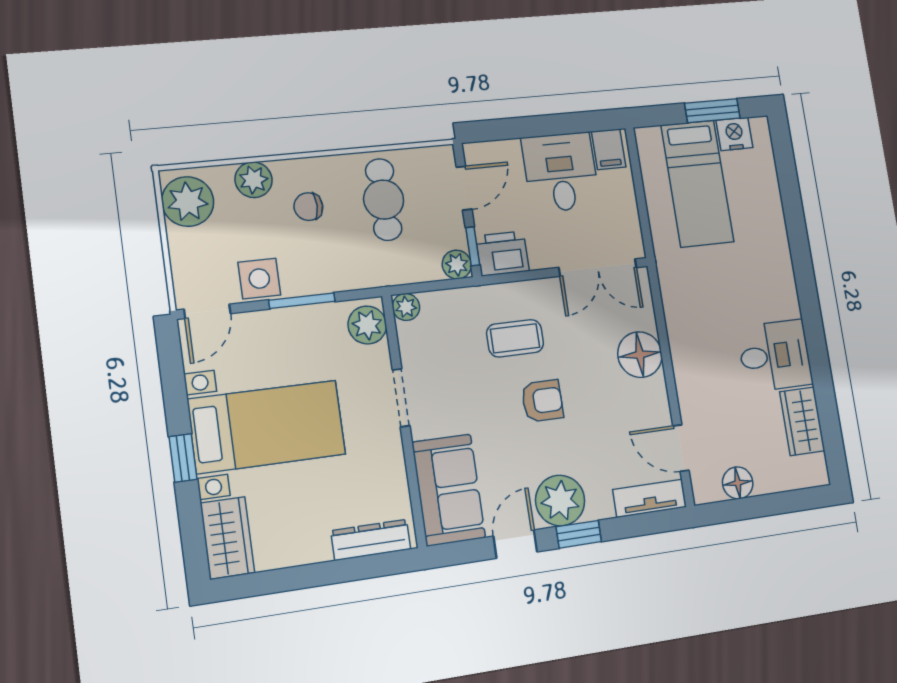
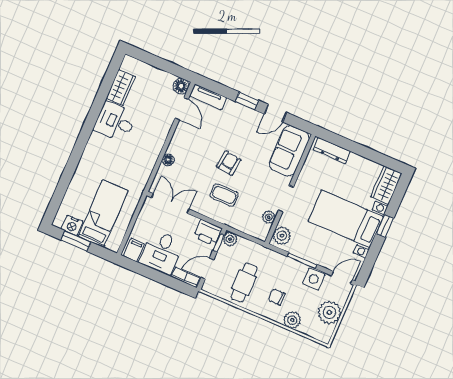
bookcase: (492, 151) -> (186, 277), added
plant: (188, 202) -> (329, 312), moved
chair: (308, 207) -> (277, 297), turned 180
plant: (406, 307) -> (269, 217), moved
floor lamp: (640, 355) -> (168, 160), width x0.53, depth x0.53
armchair: (542, 401) -> (229, 163), turned 98
floor lamp: (738, 483) -> (181, 86), moved
plant: (560, 501) -> (246, 119), removed

